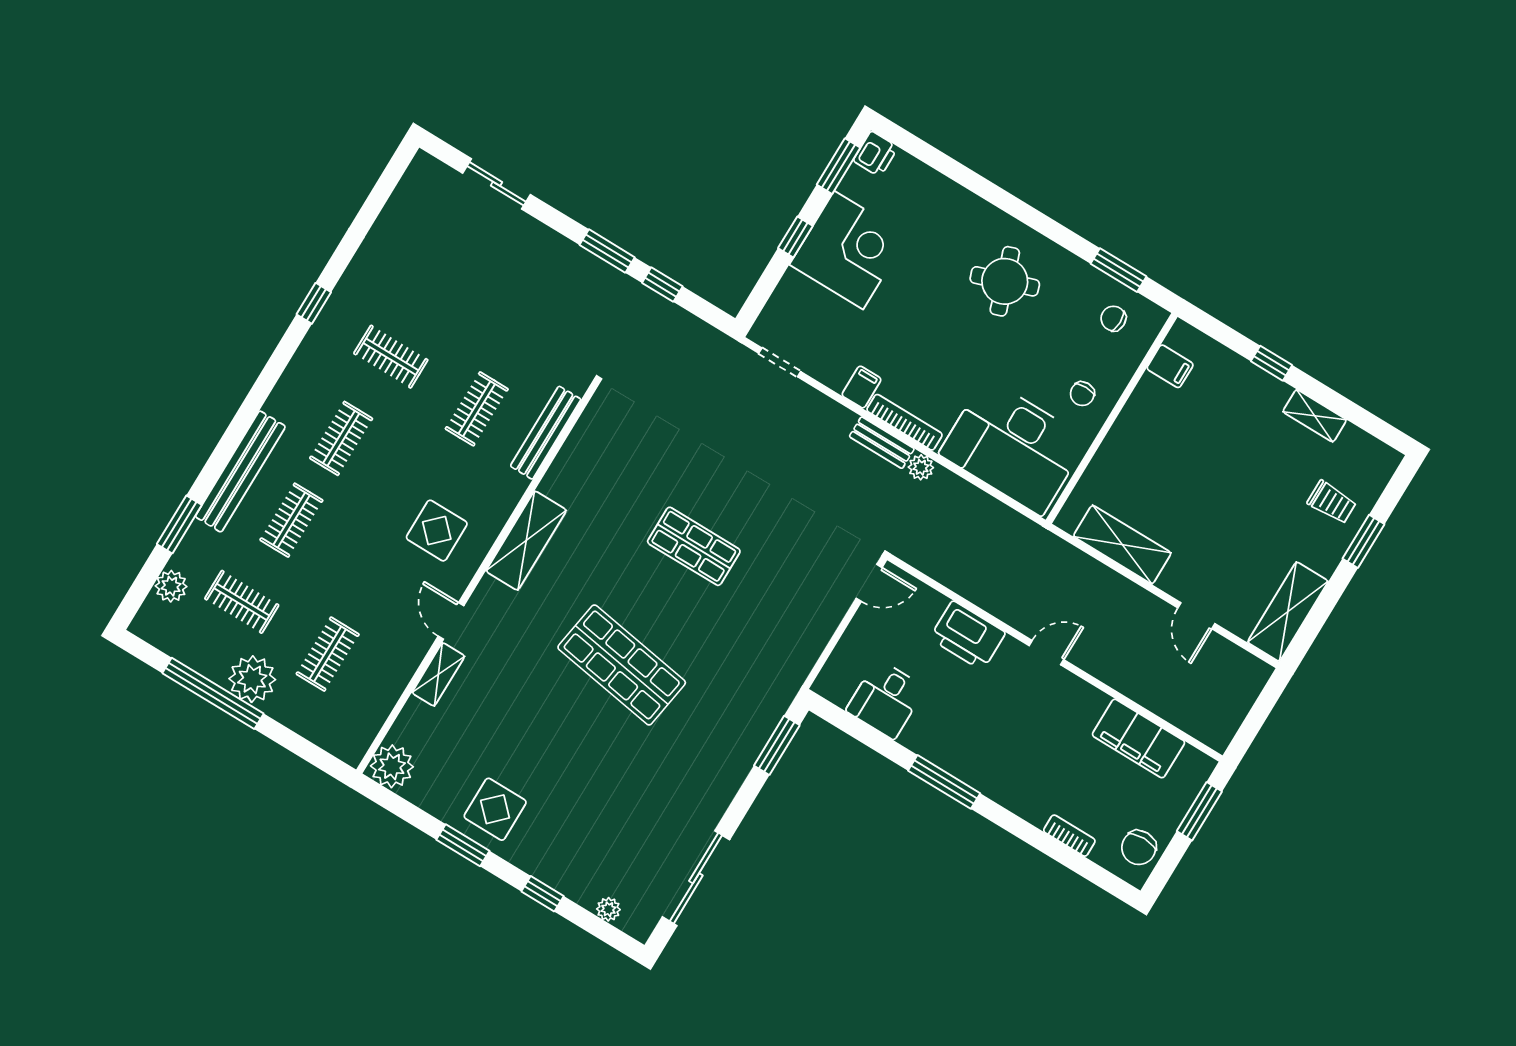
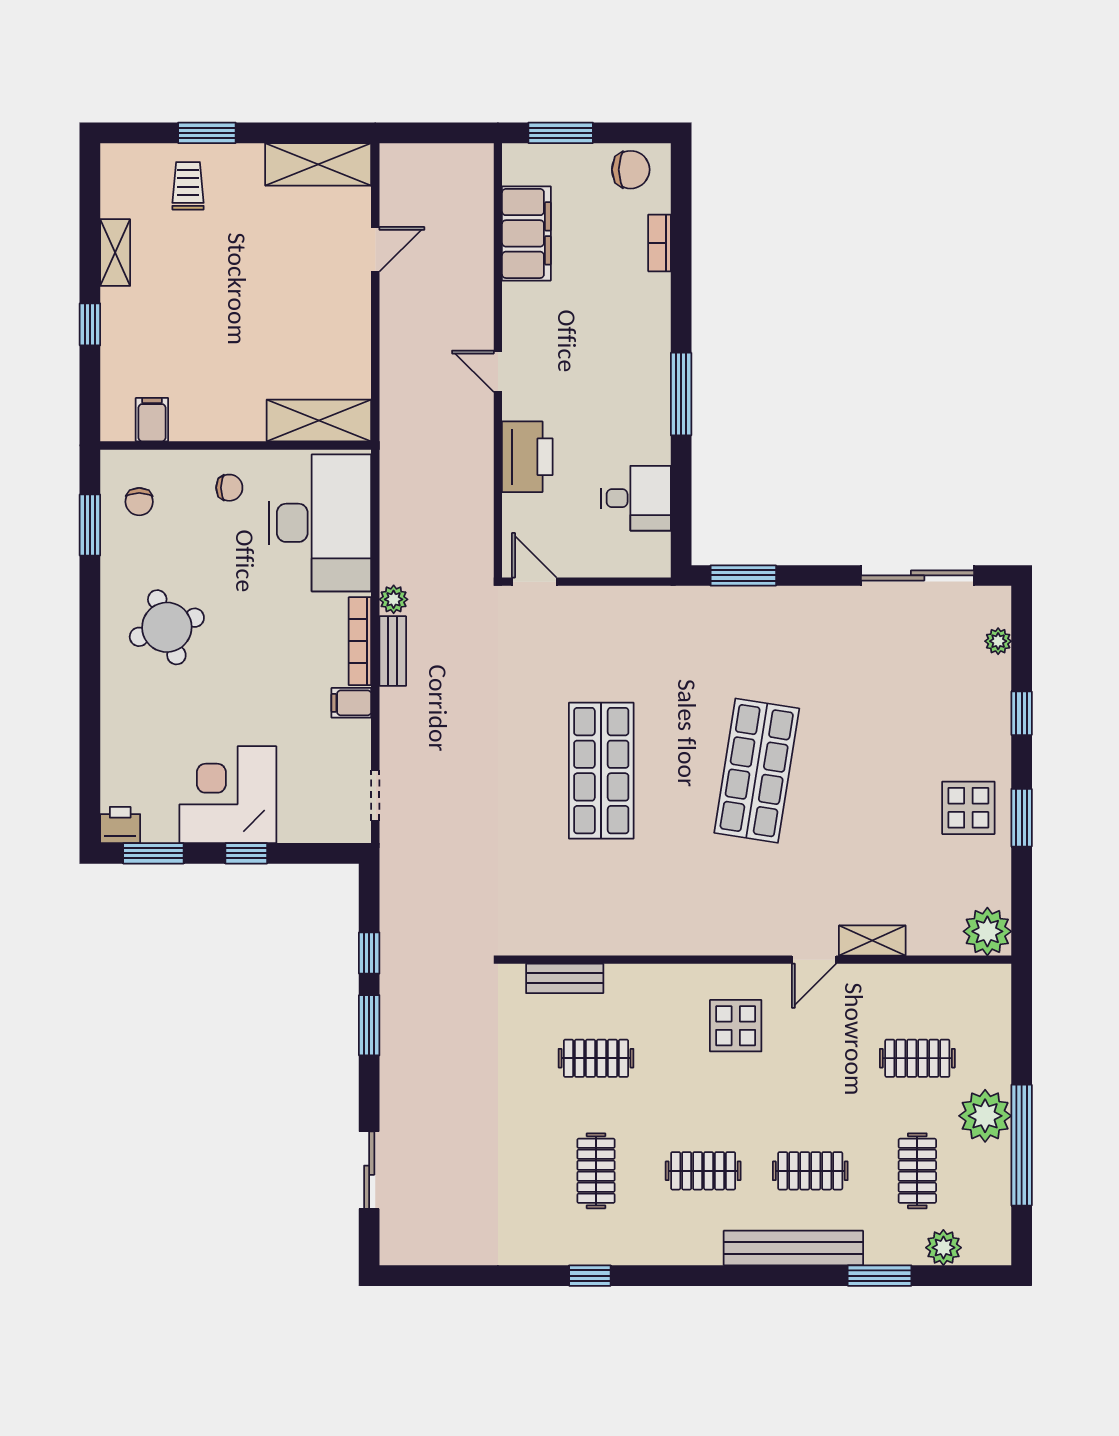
bench: (546, 433) -> (565, 978), width x0.73
shelving: (526, 541) -> (693, 934), removed
shelving: (1122, 545) -> (319, 420), moved, turned 90
shop shelf: (694, 546) -> (601, 771), width x1.43, depth x1.36

